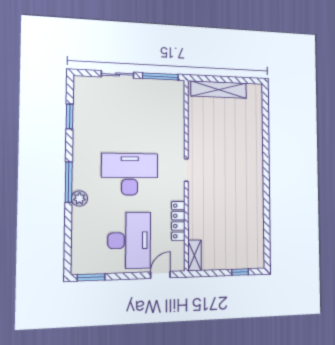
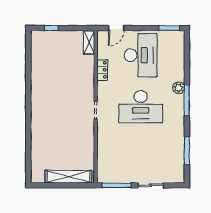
window: (70, 116) -> (187, 151), width x1.44
locker: (178, 221) -> (102, 70), width x0.66
desk: (129, 240) -> (141, 55), turned 180

